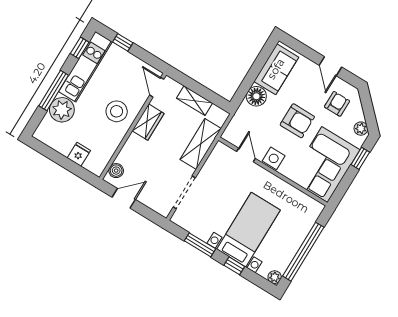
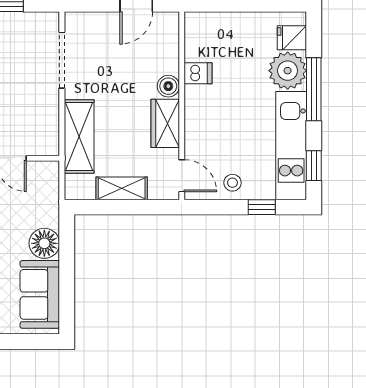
stool: (117, 111) -> (232, 183), moved, width x0.53, depth x0.53
dishwasher: (113, 139) -> (198, 73), added
fridge: (79, 154) -> (292, 38), moved, turned 90
boiler: (116, 171) -> (168, 86), moved

